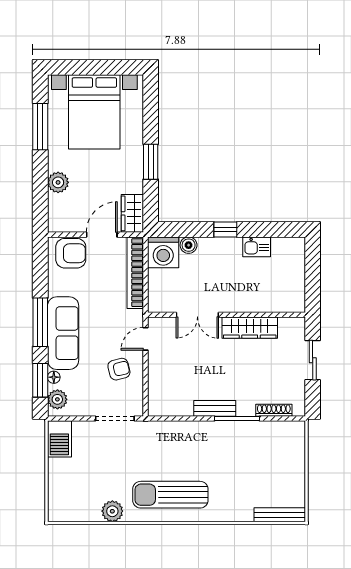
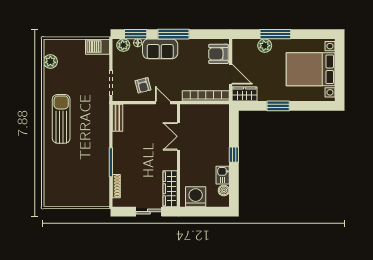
window: (40, 127) -> (275, 34), moved
boiler: (189, 245) -> (224, 190), moved
washing machine: (163, 252) -> (196, 197), moved, turned 90
armchair: (71, 253) -> (218, 54), turned 90
wardrobe: (250, 328) -> (170, 189), moved
sofa: (63, 333) -> (160, 49), width x0.73
bench: (215, 408) -> (117, 118), moved
plant: (112, 511) -> (50, 61), moved
bench: (280, 515) -> (48, 190), removed

